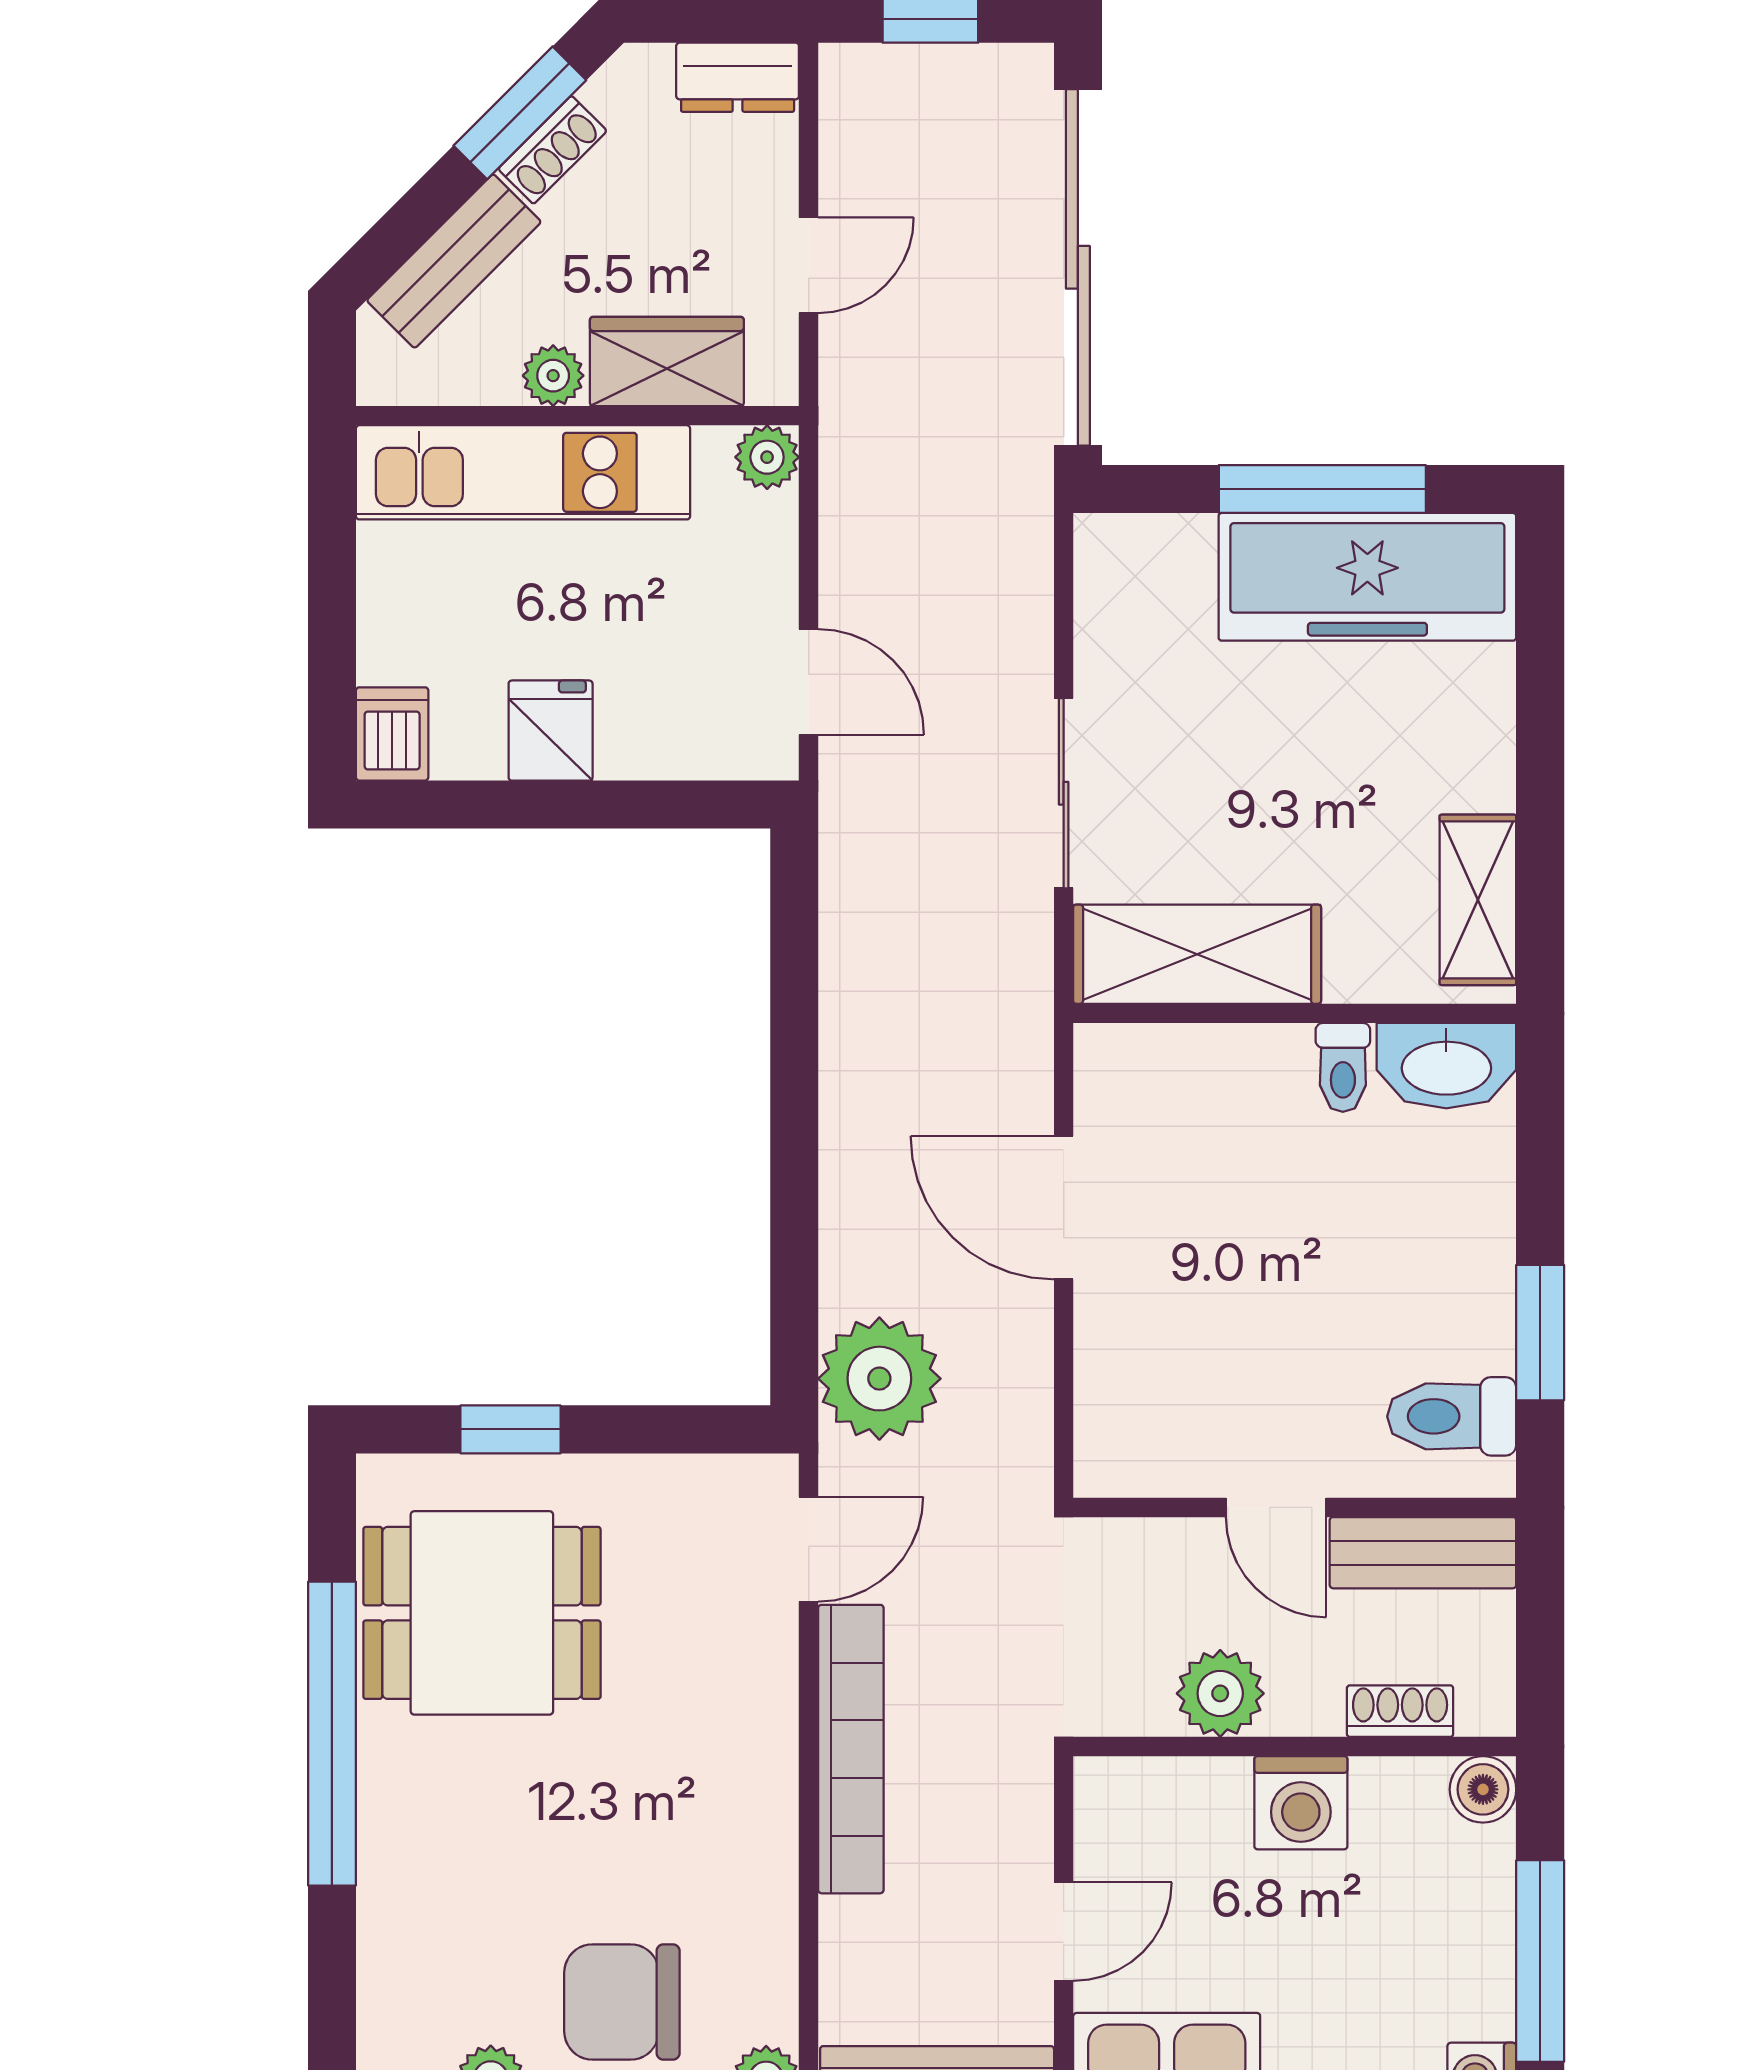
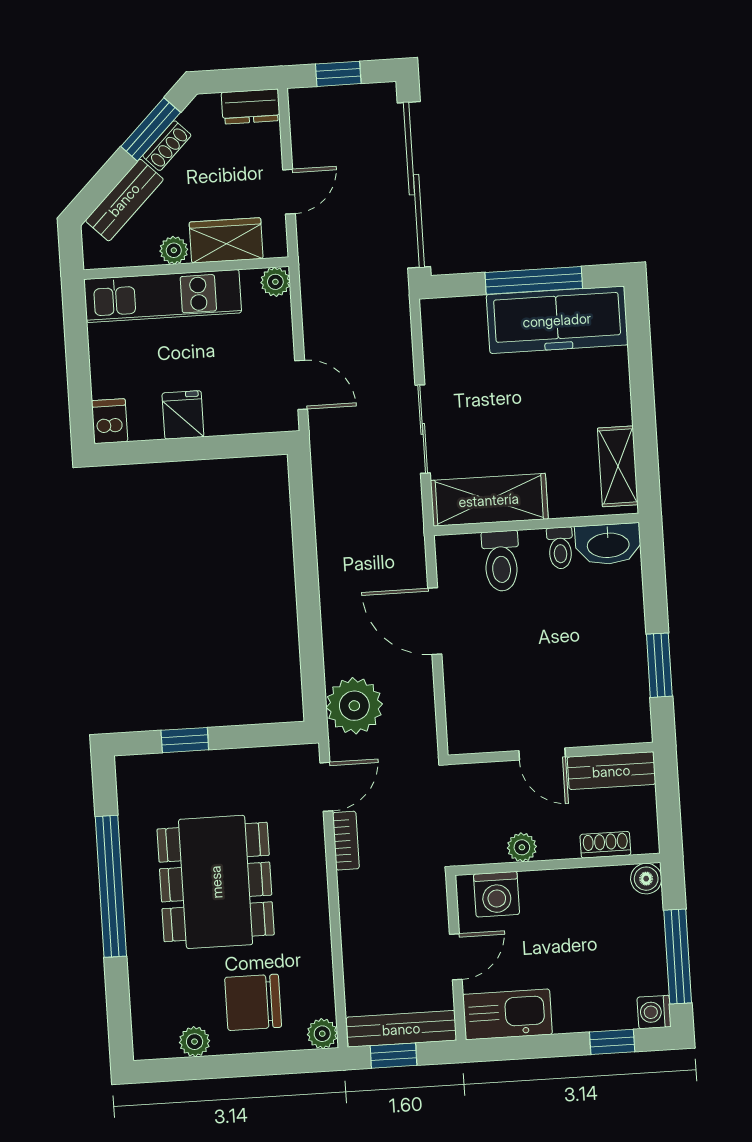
toilet: (1452, 1416) -> (501, 561), moved, turned -90
dining table: (482, 1613) -> (216, 882), moved, width x1.38
plant: (1220, 1693) -> (522, 847), width x0.73, depth x0.73
bookcase: (851, 1749) -> (346, 841), width x0.43, depth x0.76
washing machine: (1301, 1803) -> (497, 894), moved

